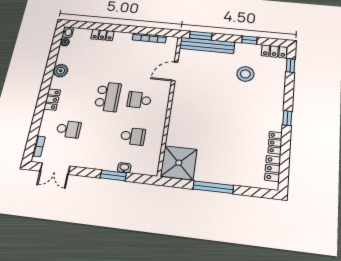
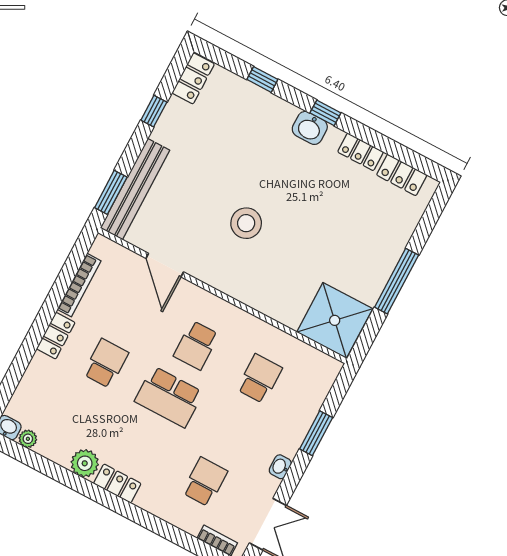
locker: (103, 35) -> (56, 336), moved
school desk: (115, 63) -> (106, 363), added
window: (290, 66) -> (262, 79), moved
stool: (245, 74) -> (246, 223), moved
school desk: (108, 97) -> (169, 397), turned 180
locker: (52, 100) -> (117, 484), moved
washbasin: (276, 113) -> (310, 128), added
washbasin: (124, 168) -> (280, 467), moved

